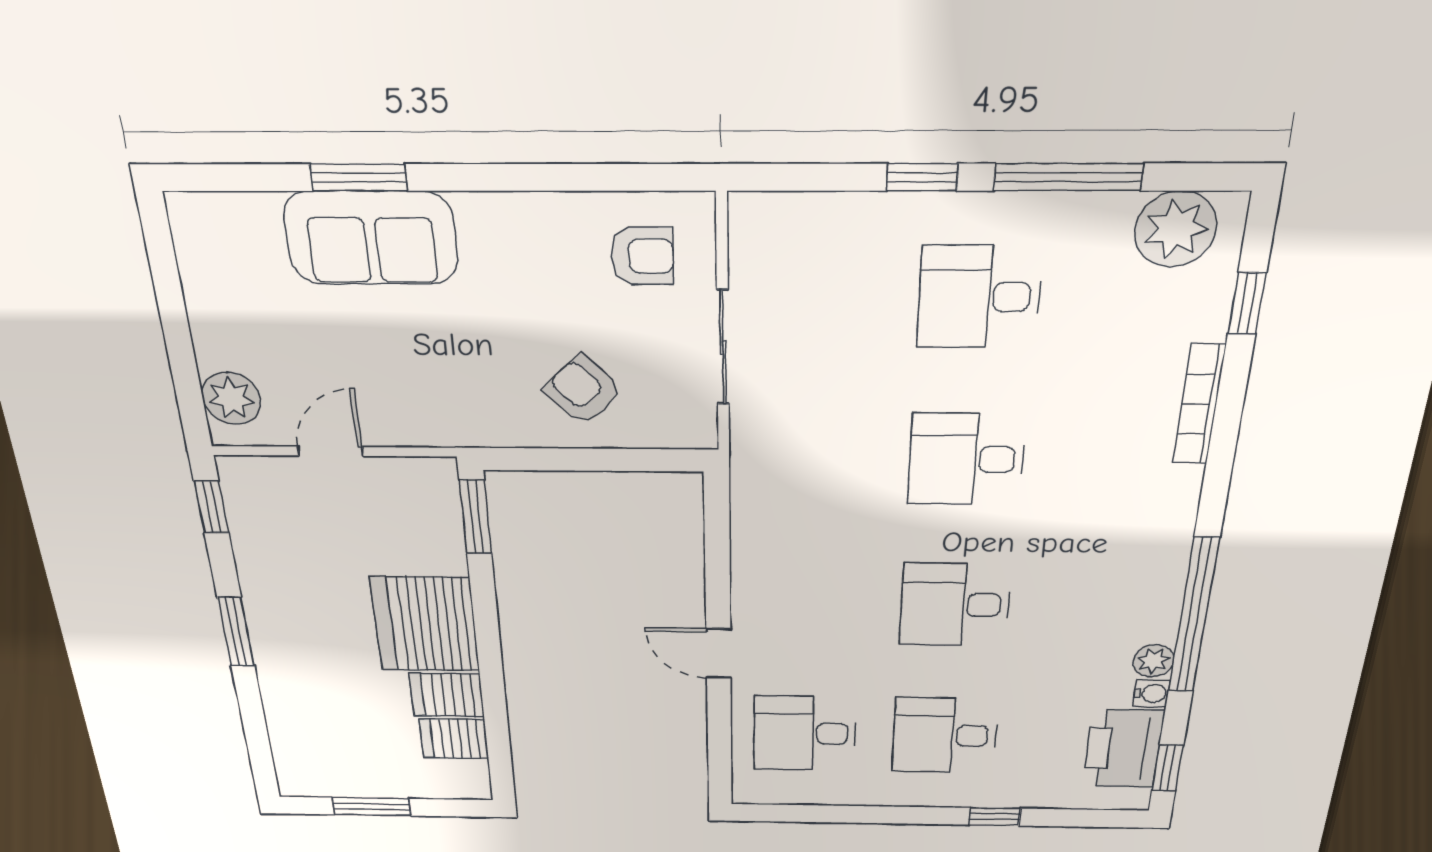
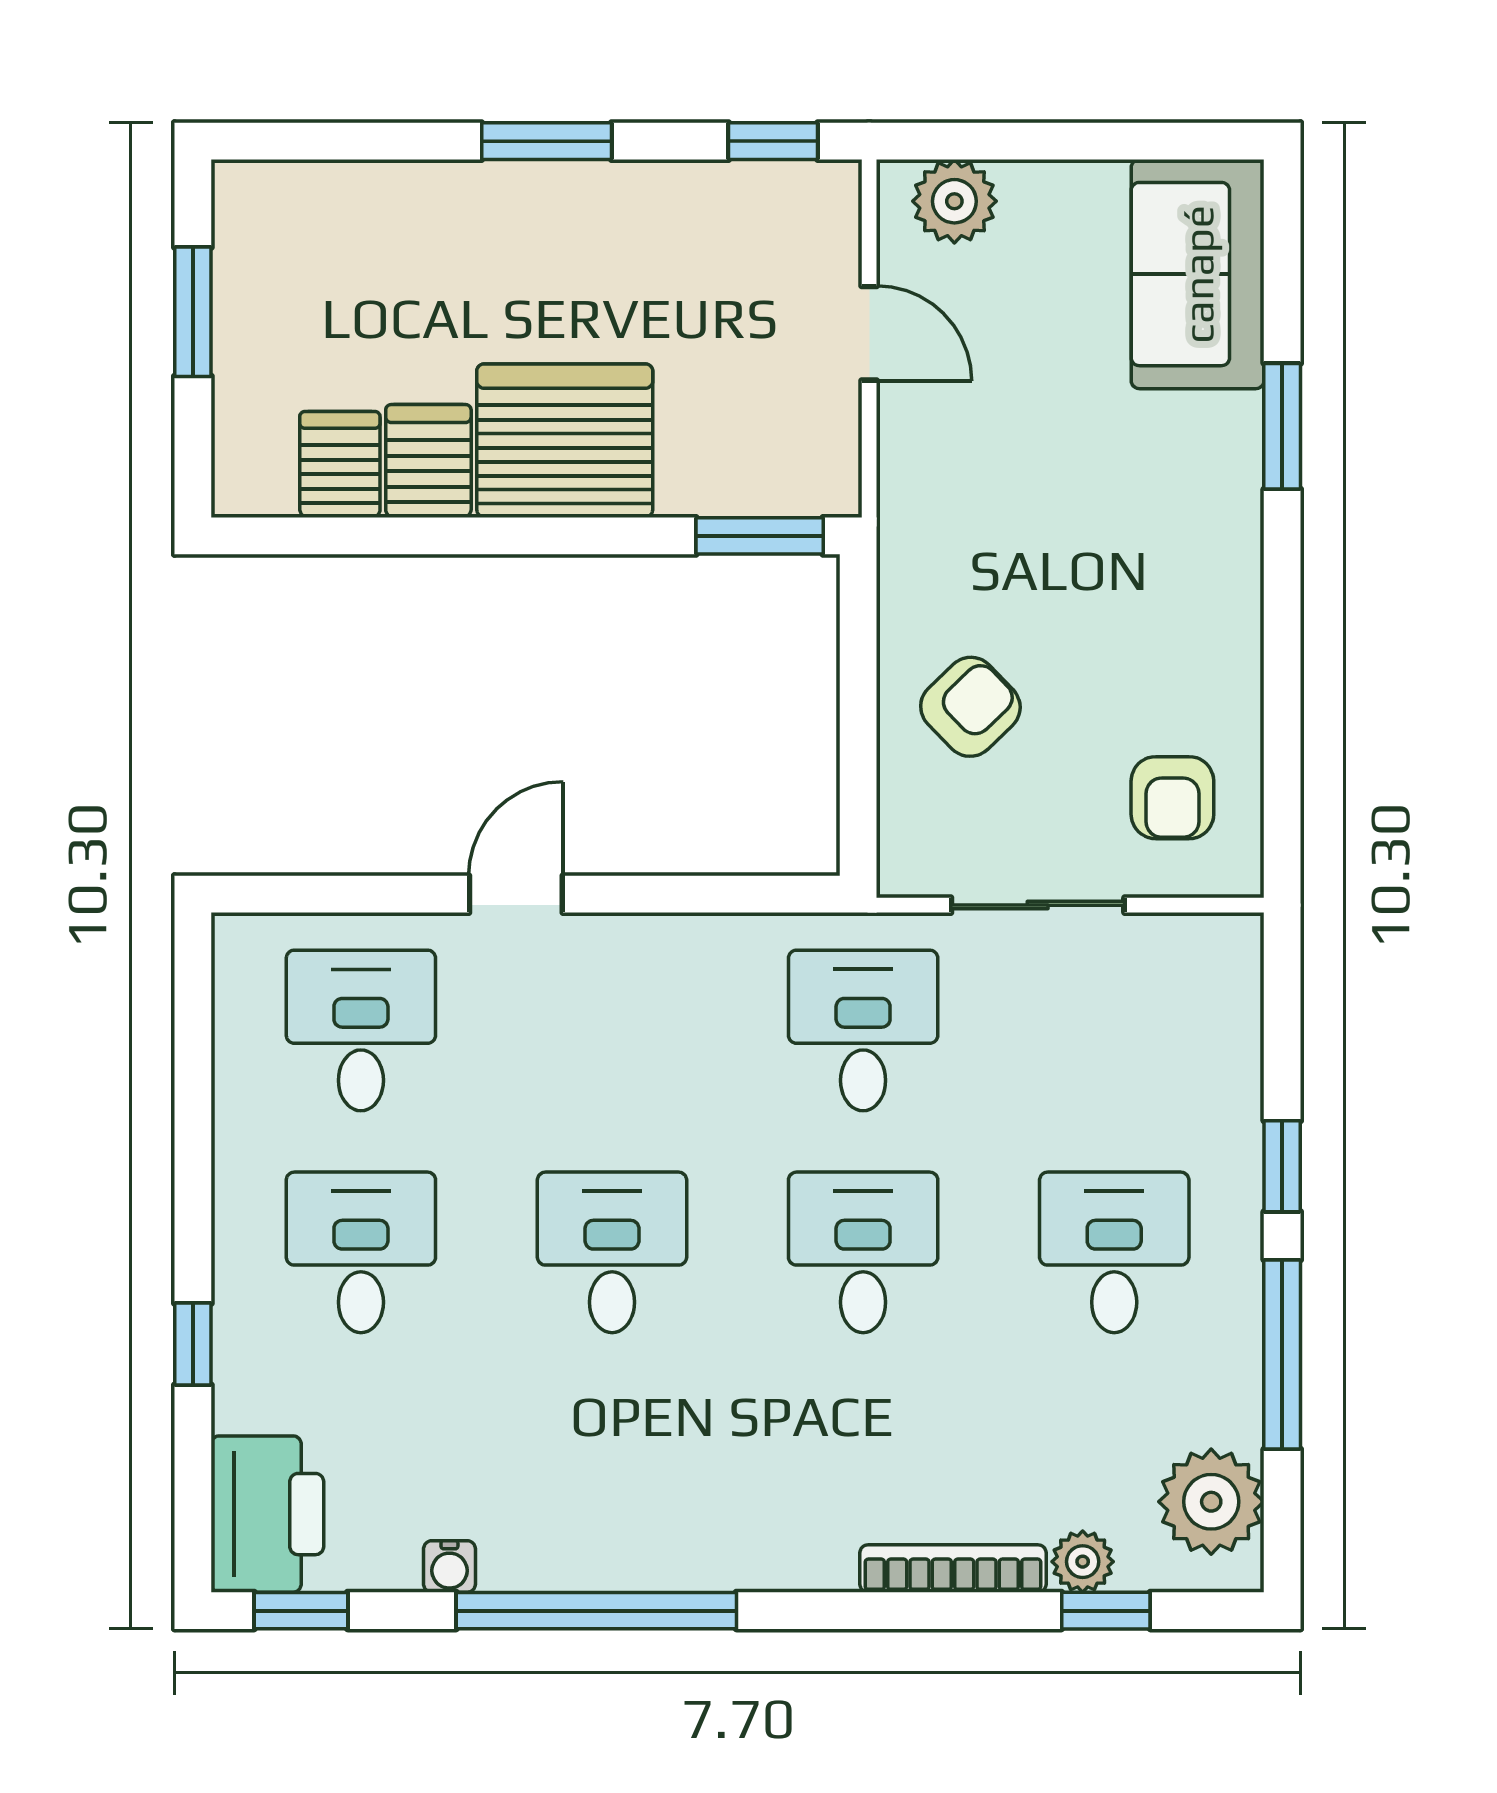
sofa: (371, 238) -> (1198, 274), moved
desk: (811, 458) -> (863, 1031), added
plant: (1153, 661) -> (1083, 1562), moved
printer: (1123, 748) -> (267, 1514), moved, turned 90

